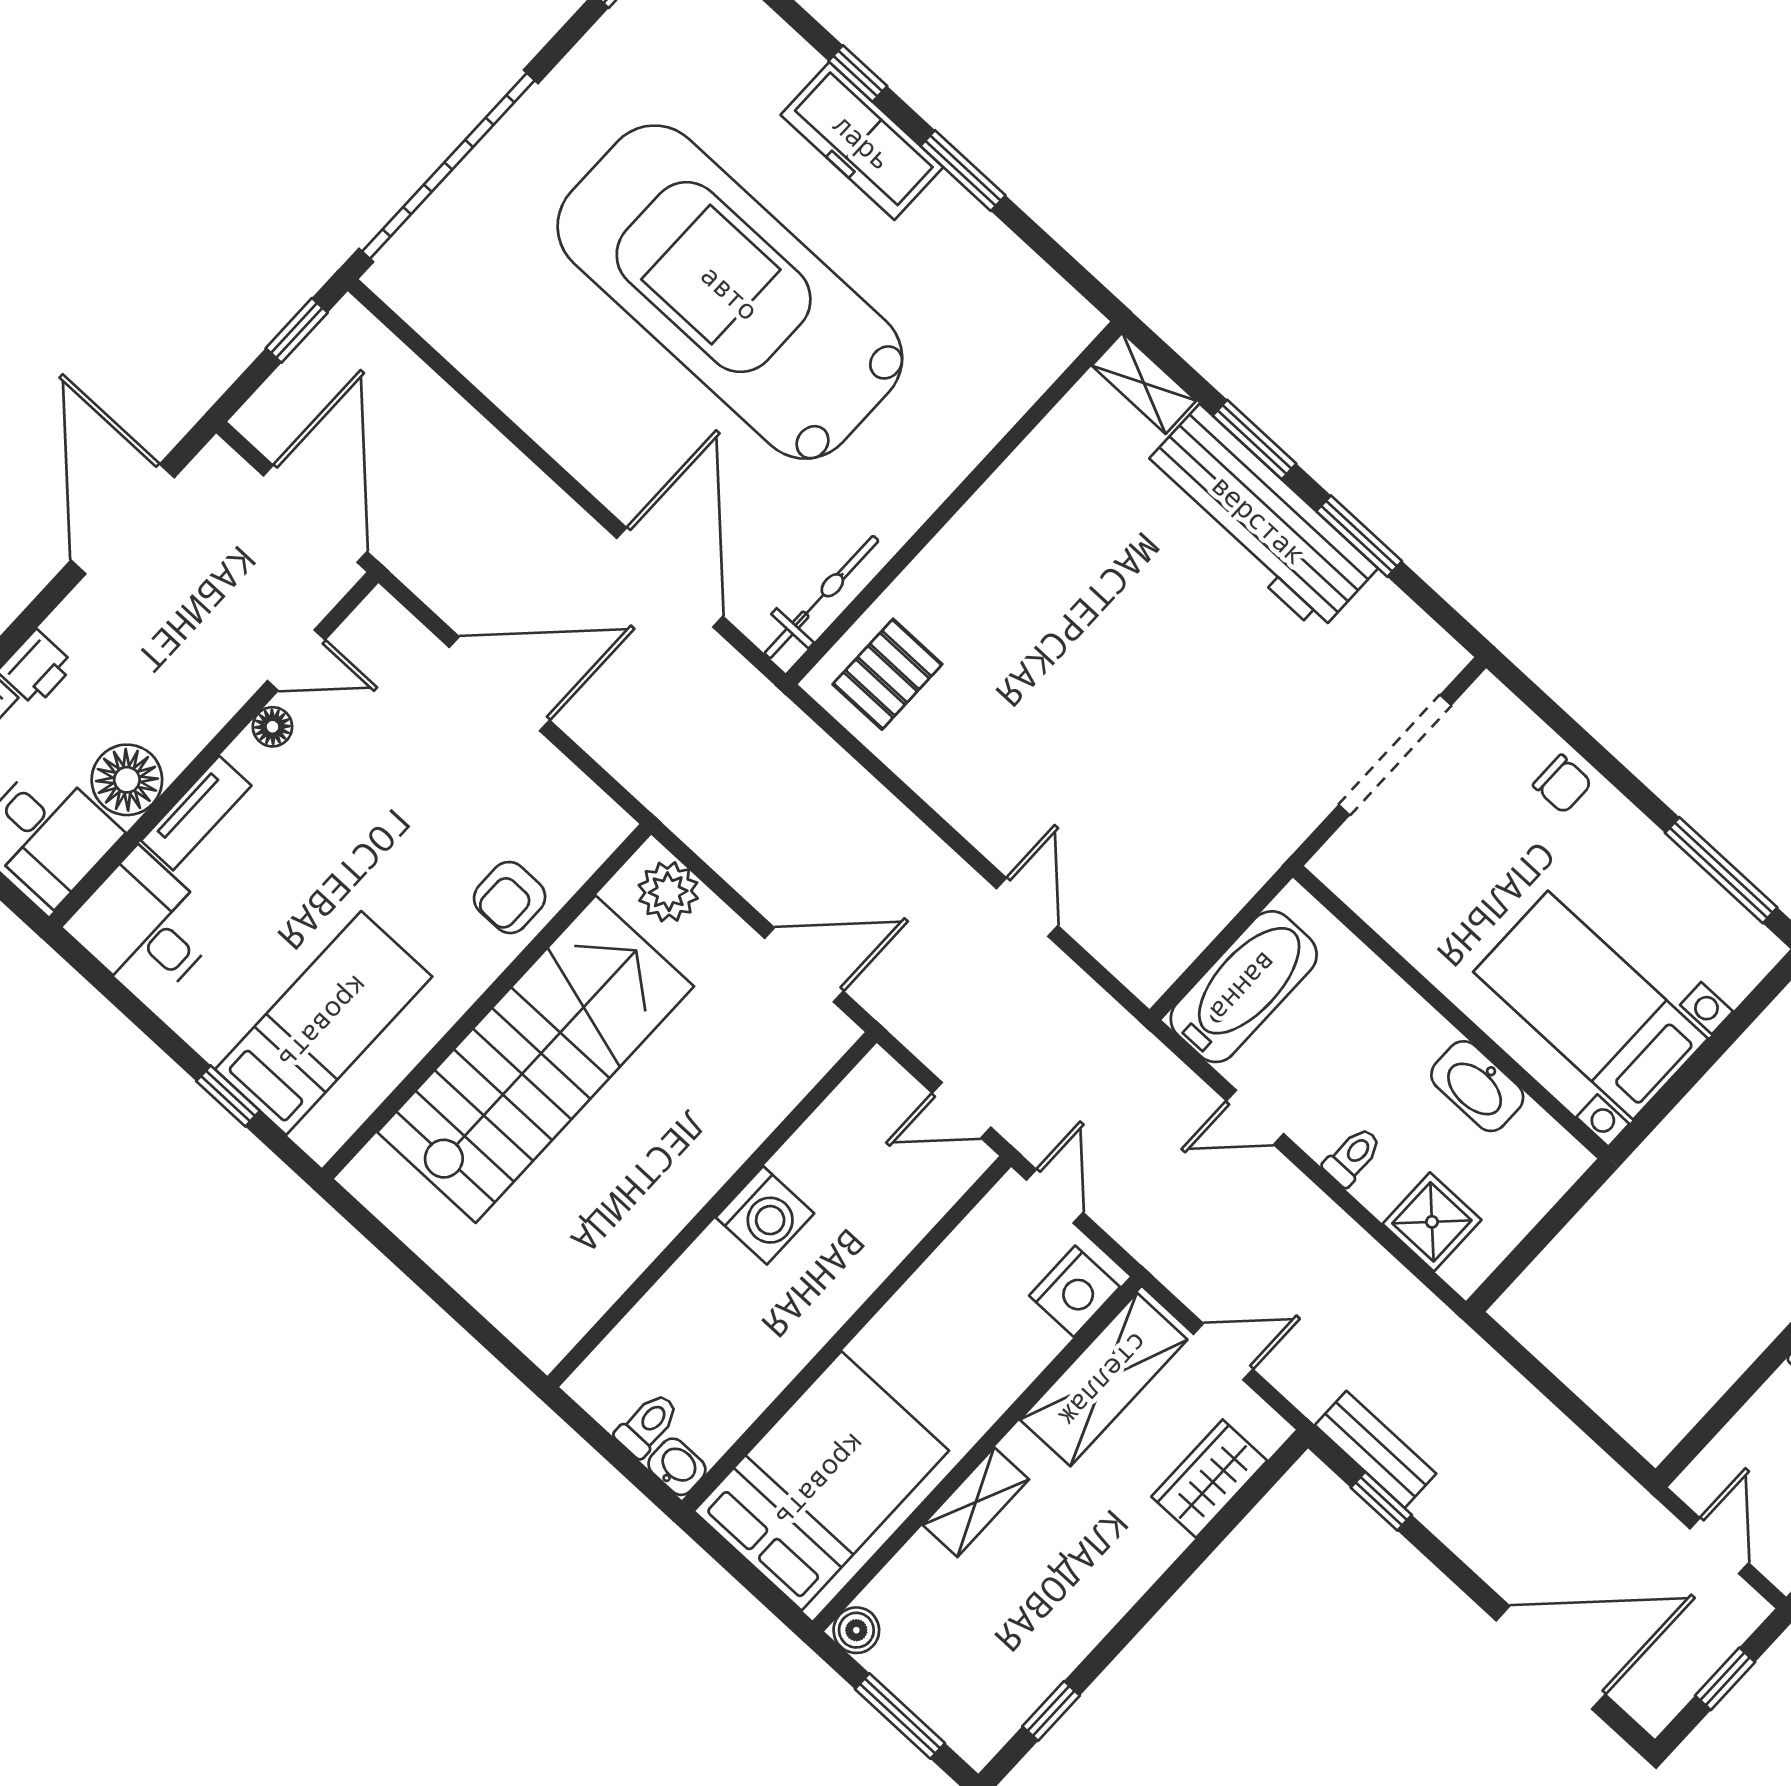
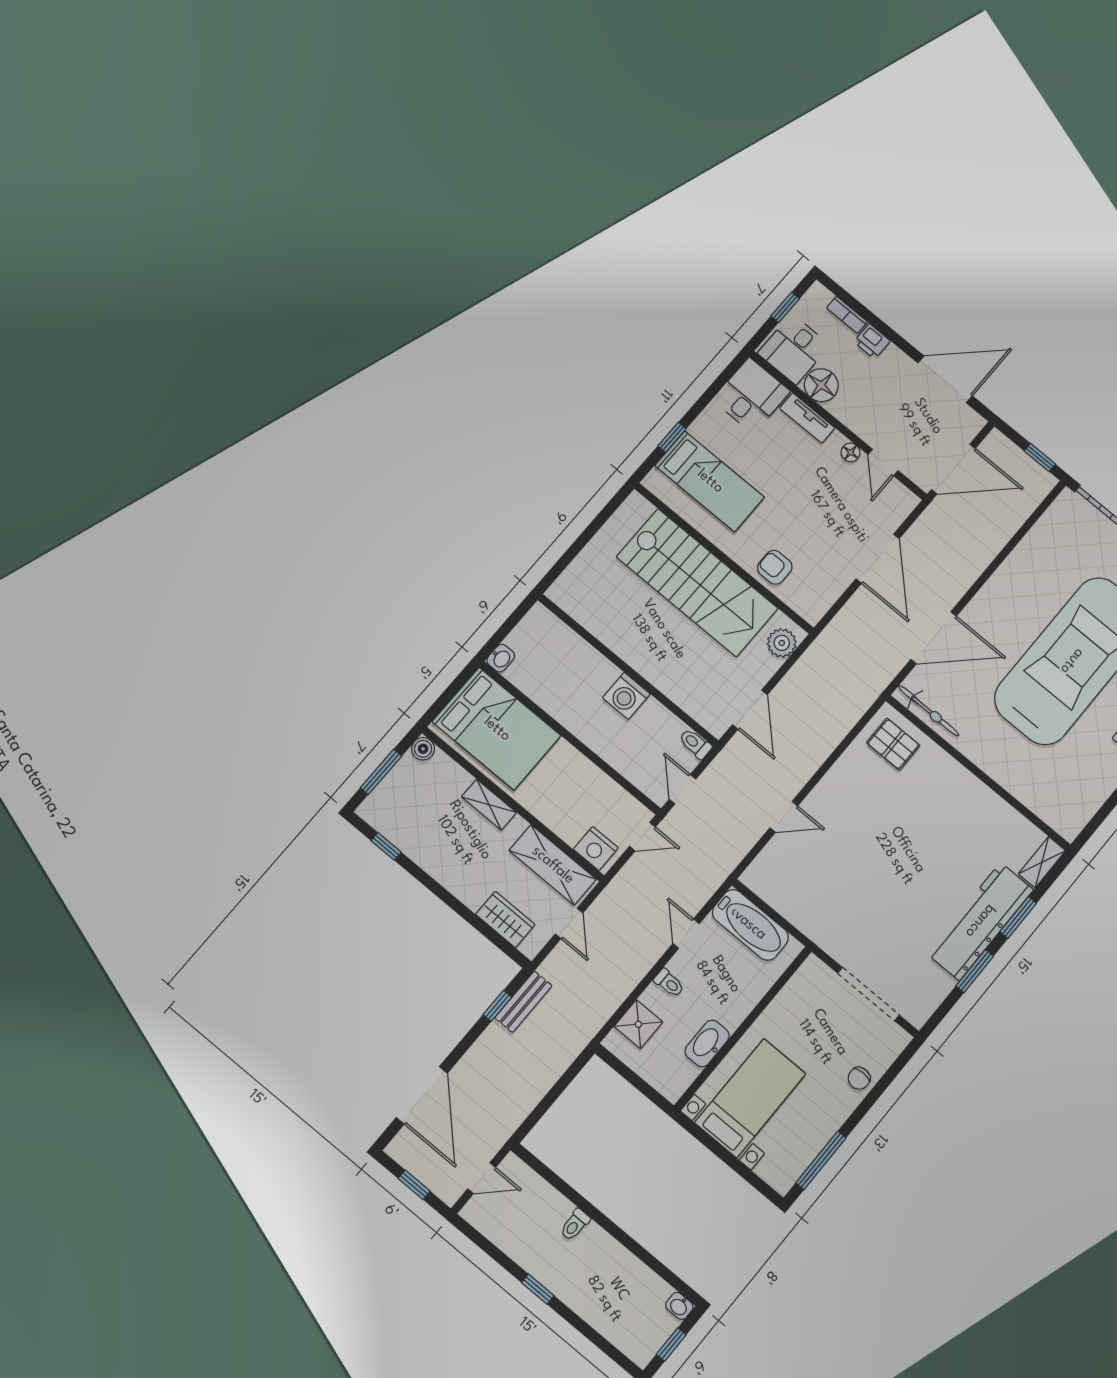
toilet: (647, 1425) -> (695, 744), moved, turned 180

